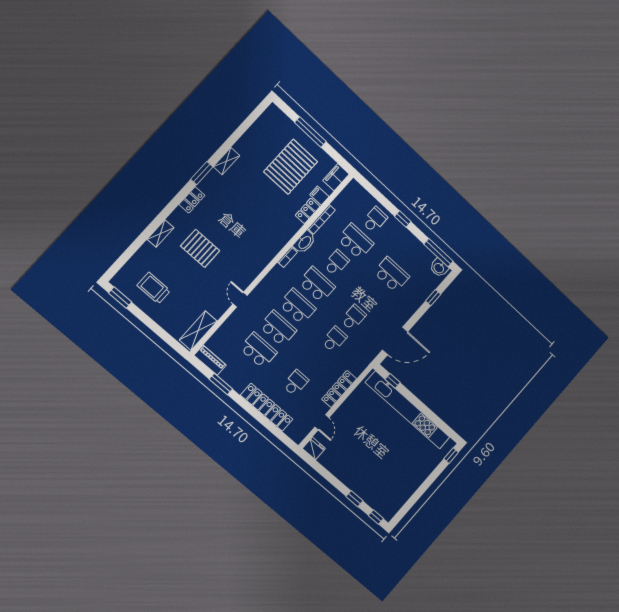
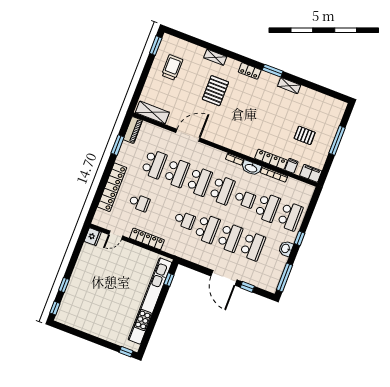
pallet: (291, 167) -> (305, 135), width x0.49, depth x0.50
locker: (308, 211) -> (271, 159), width x1.53
school desk: (375, 220) -> (290, 216), width x1.85
washbasin: (439, 268) -> (286, 249), moved
school desk: (373, 296) -> (230, 237), added
door: (240, 300) -> (188, 135), width x1.87
school desk: (353, 318) -> (207, 229), width x1.85
door: (395, 341) -> (224, 278), moved

